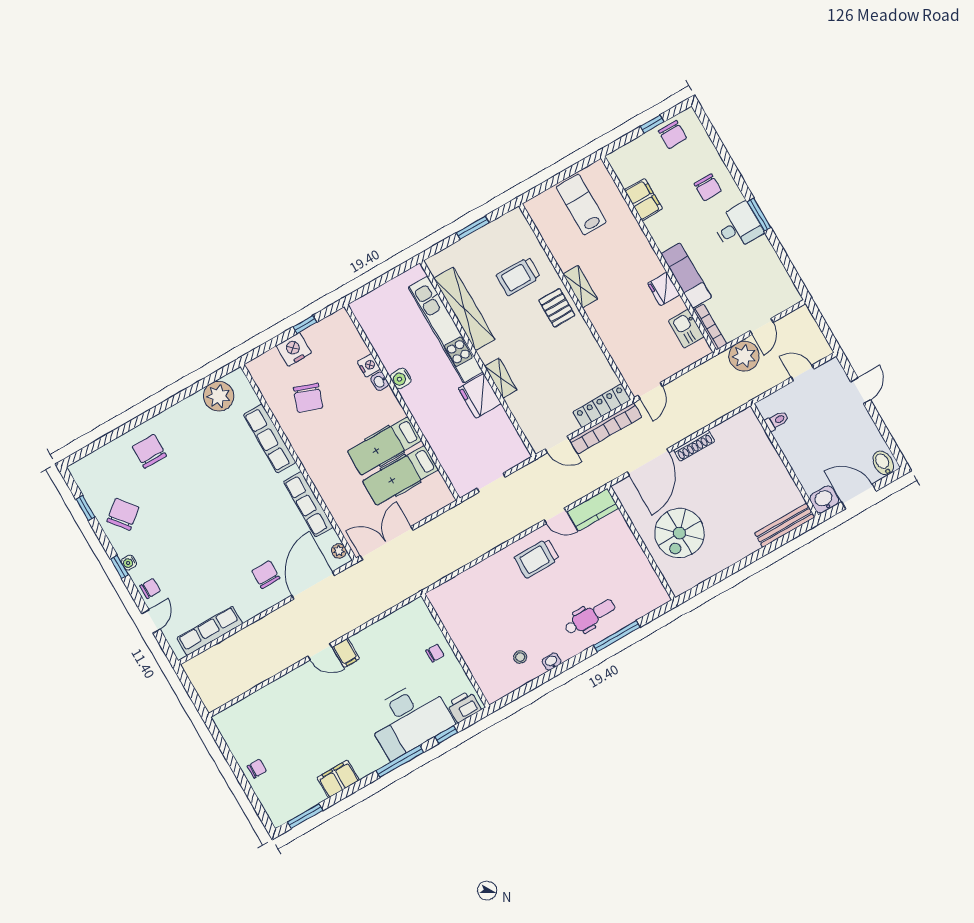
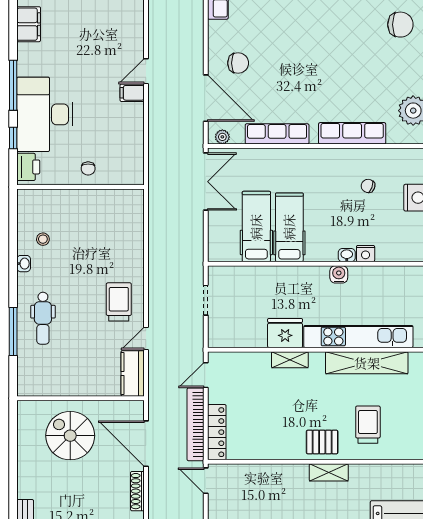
chair: (308, 398) -> (368, 186), width x0.54, depth x0.54

